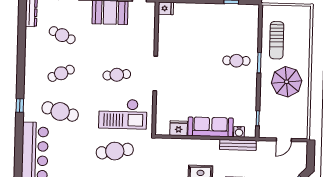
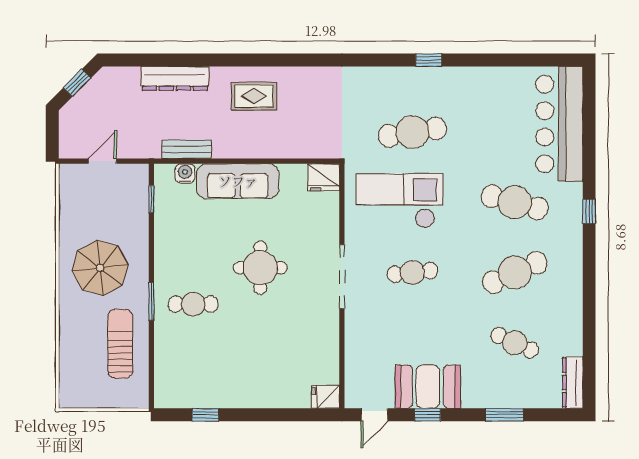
cafe table: (61, 73) -> (515, 272), width x1.37, depth x1.35
round table: (199, 80) -> (260, 268), added
fridge: (179, 128) -> (324, 177), moved
bench: (238, 145) -> (186, 149), width x0.73

